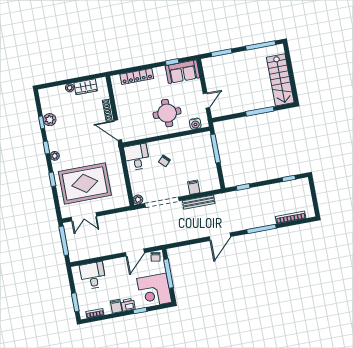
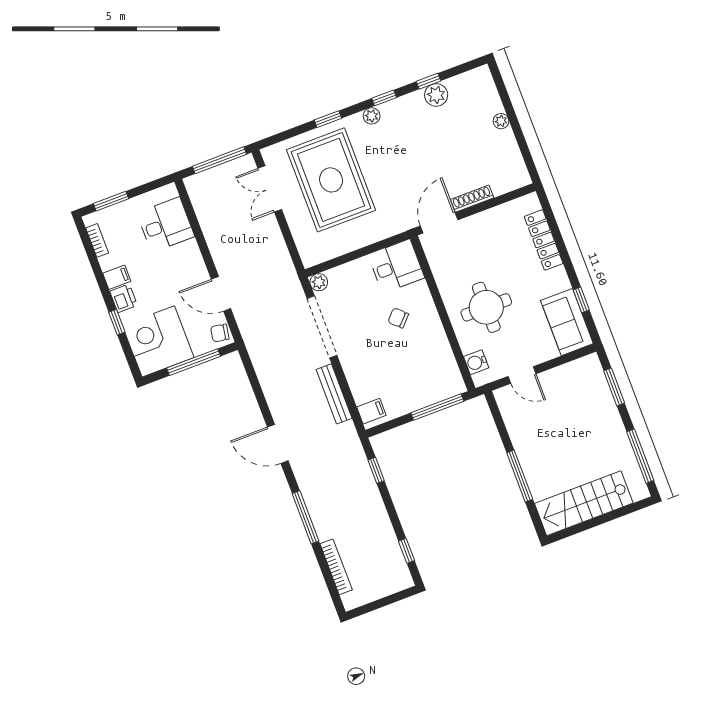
wardrobe: (86, 87) -> (508, 150), removed
filing cabinet: (194, 187) -> (371, 411), moved

